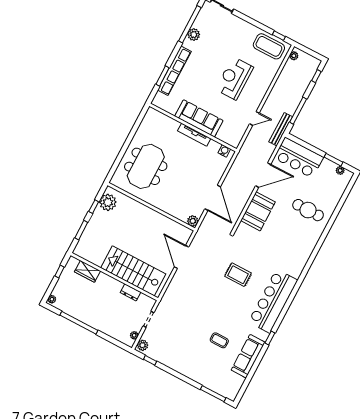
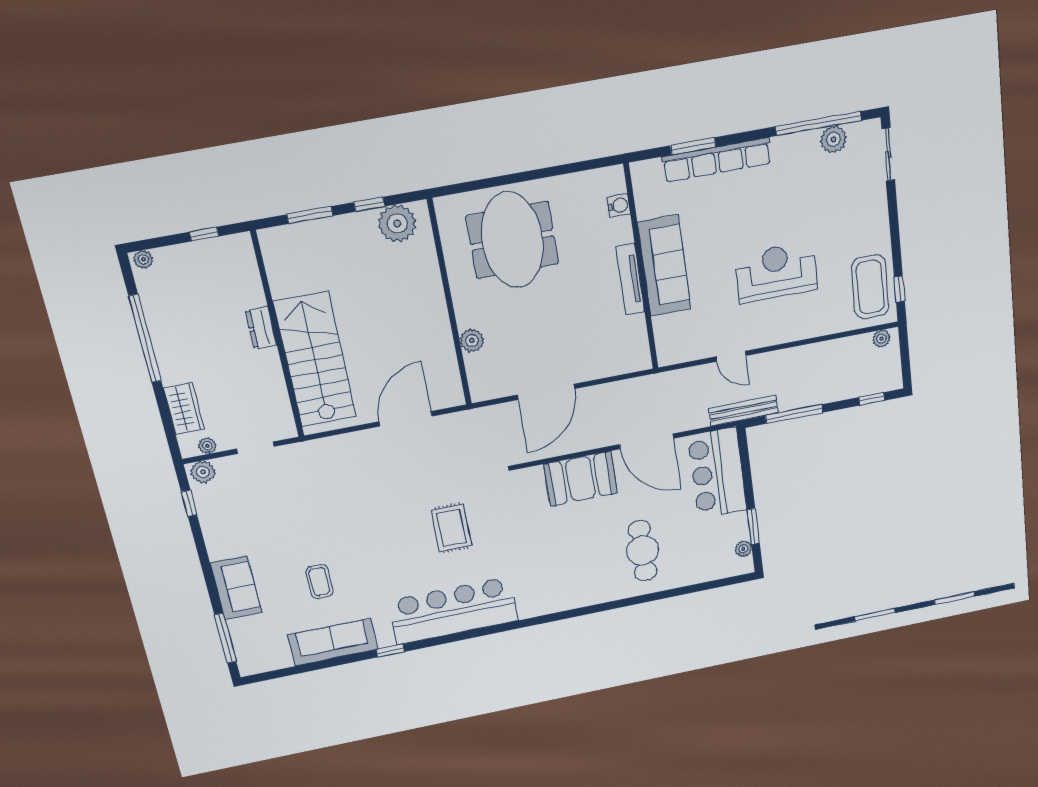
plant: (194, 35) -> (833, 139), moved
water cooler: (224, 151) -> (619, 205), moved
meeting table: (146, 166) -> (512, 240), turned 90
plant: (193, 221) -> (472, 341), moved
wardrobe: (87, 271) -> (184, 409), moved, turned 180
dresser: (130, 292) -> (261, 328), moved
sofa: (196, 372) -> (236, 588), added

